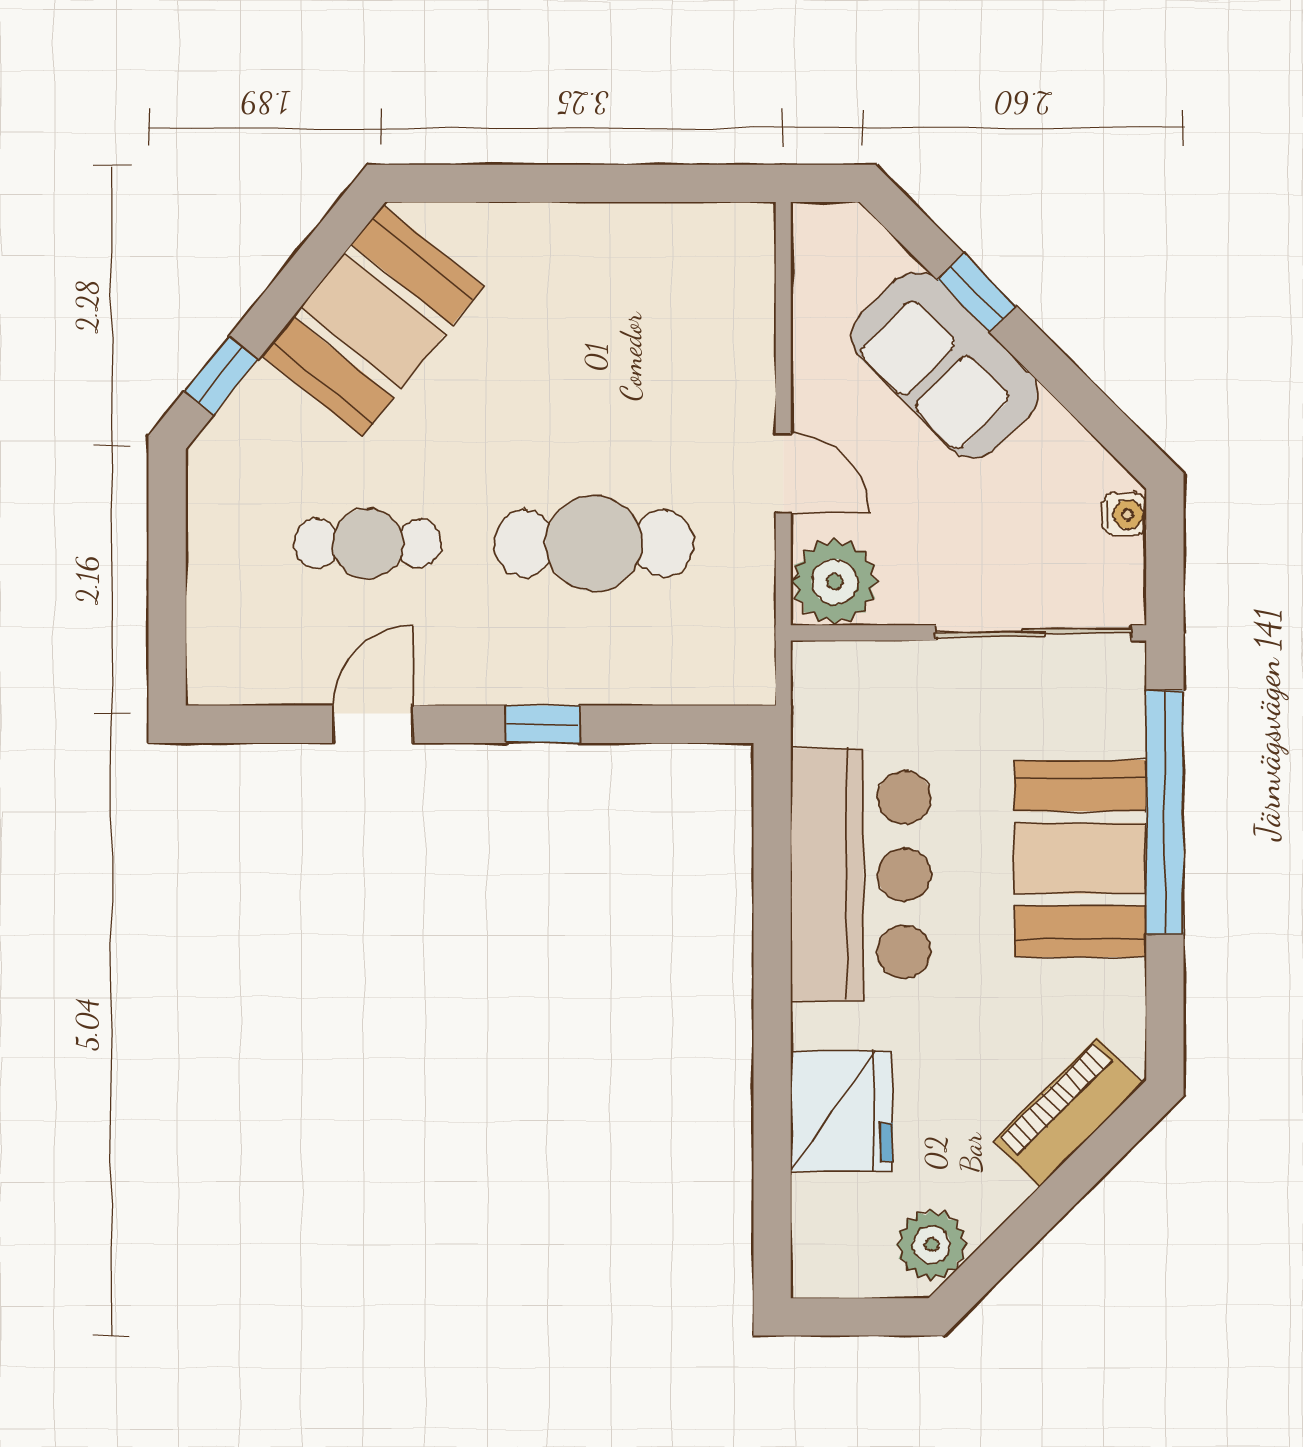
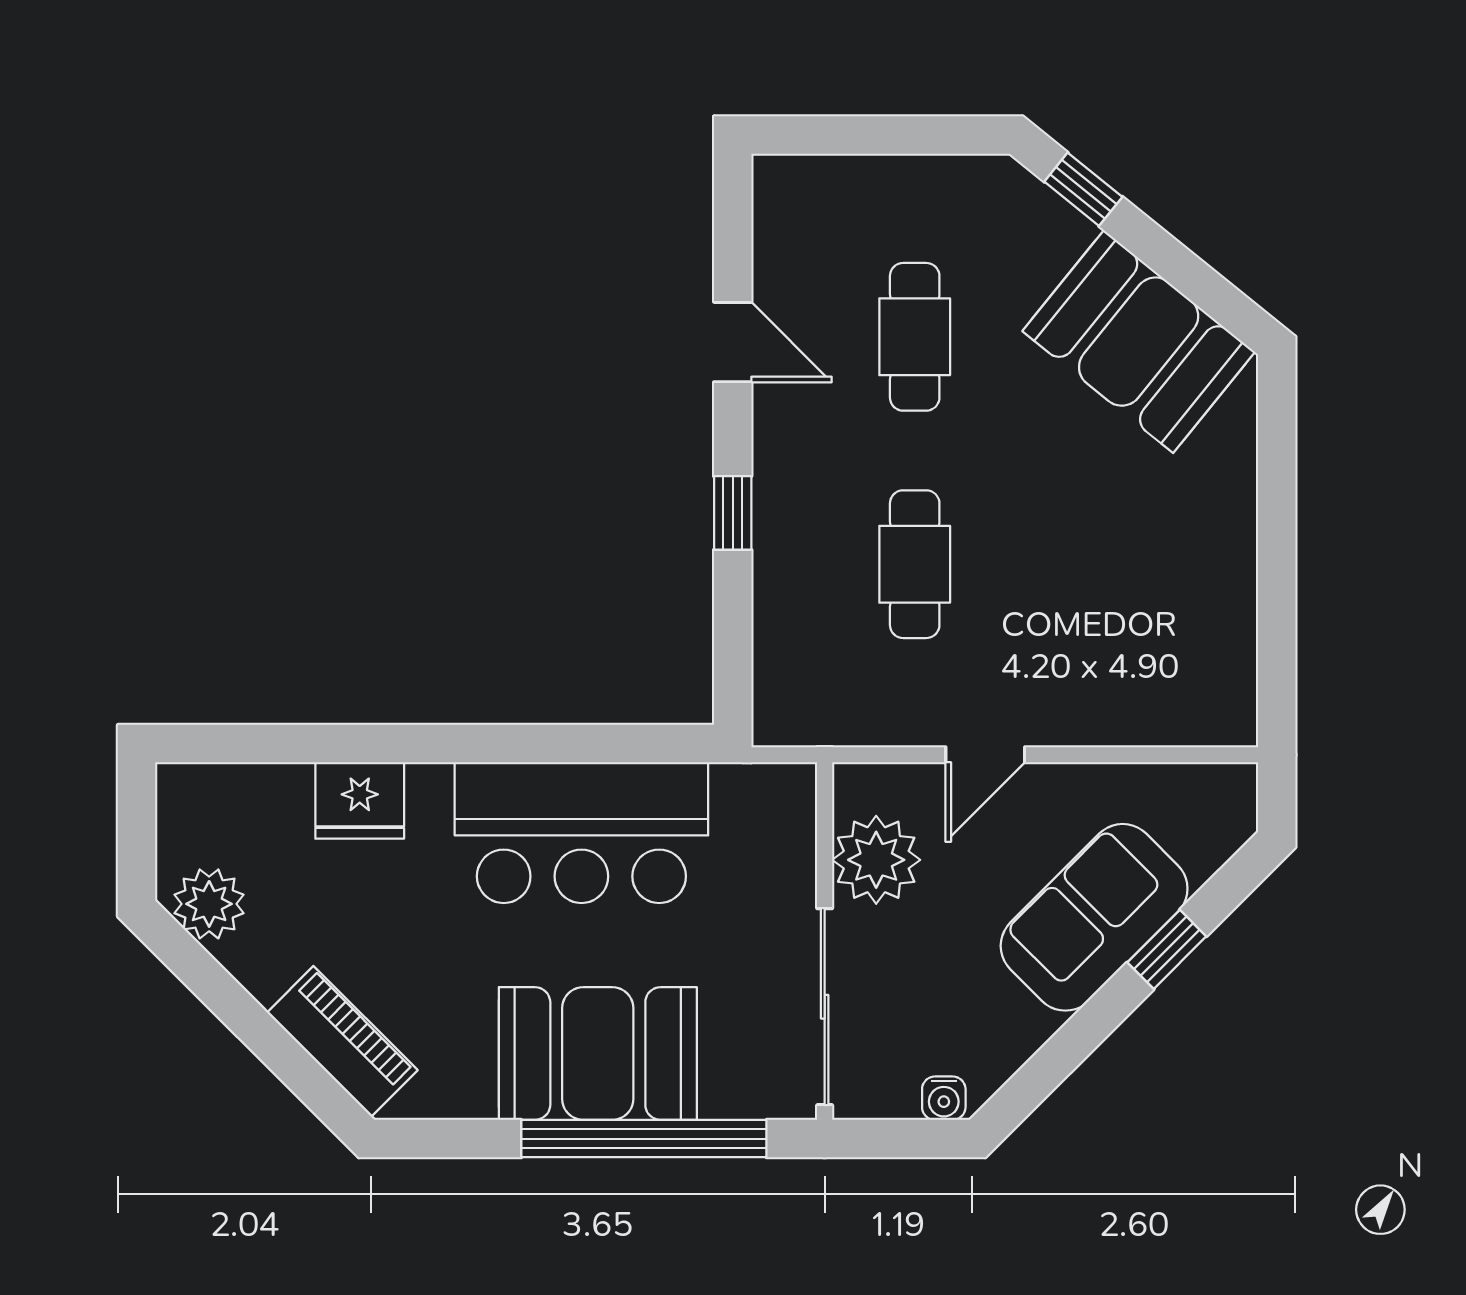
cafe table: (594, 543) -> (915, 564), width x0.73, depth x0.74
plant: (835, 582) -> (876, 860), moved
fridge: (842, 1111) -> (360, 800), width x0.73, depth x0.75

